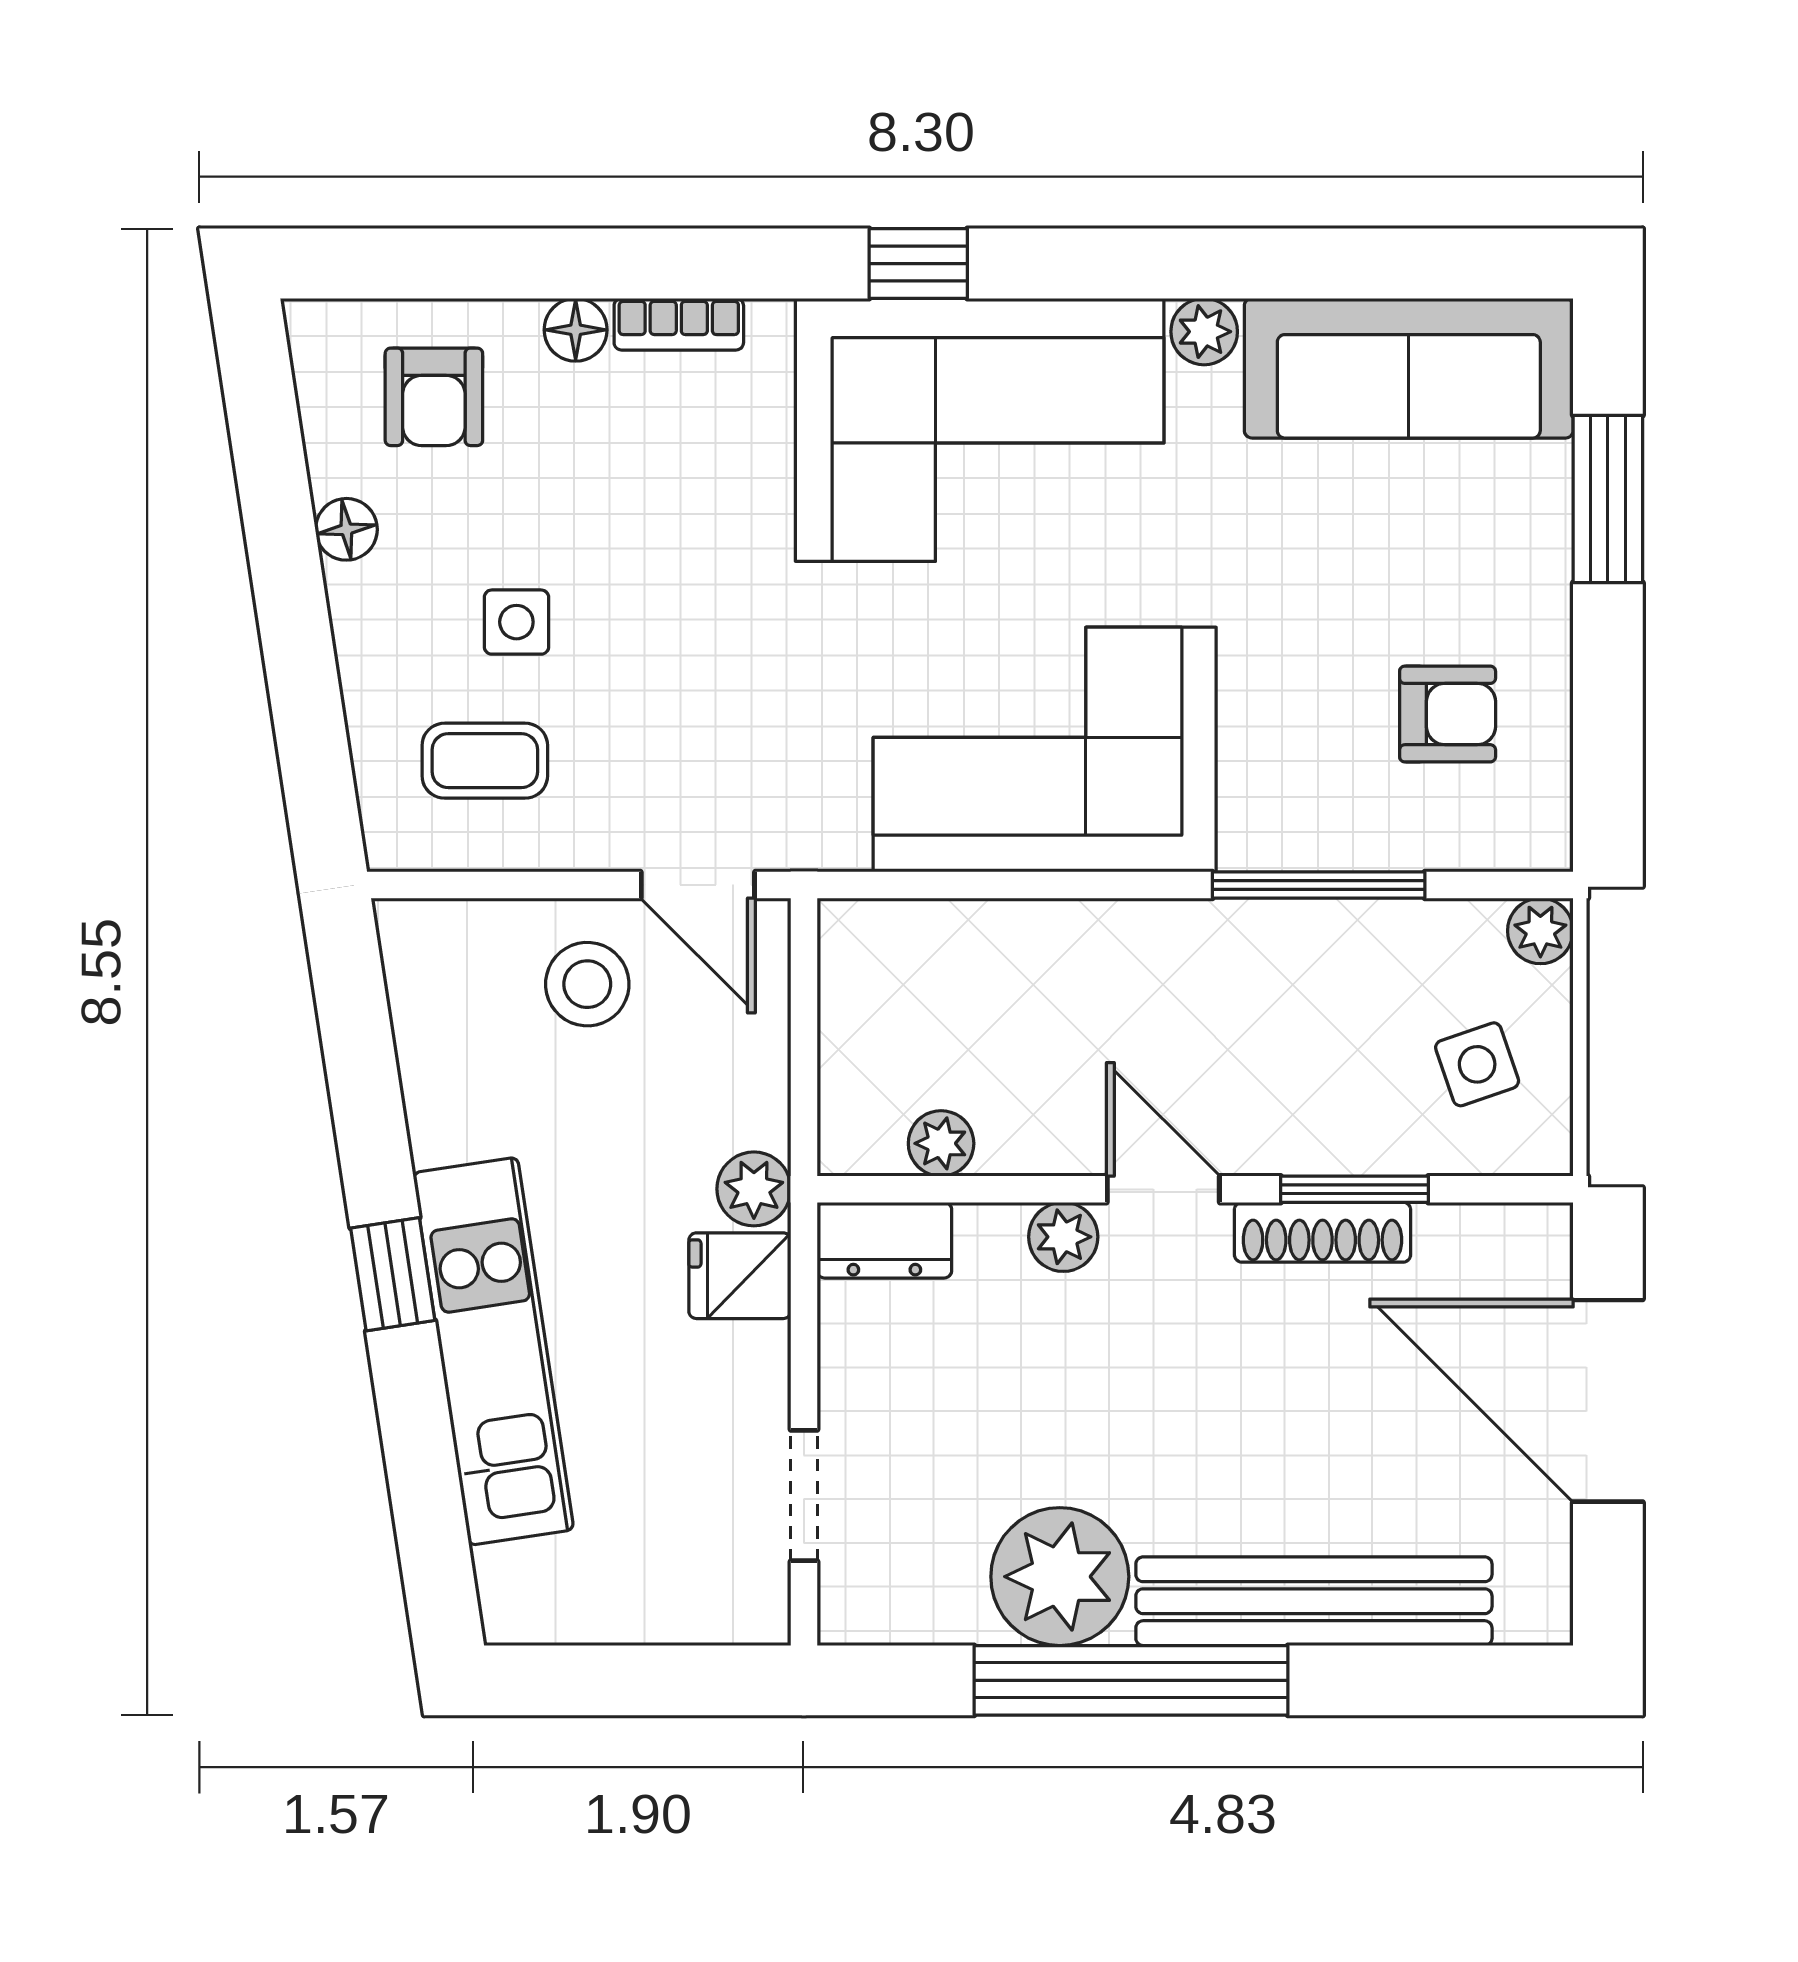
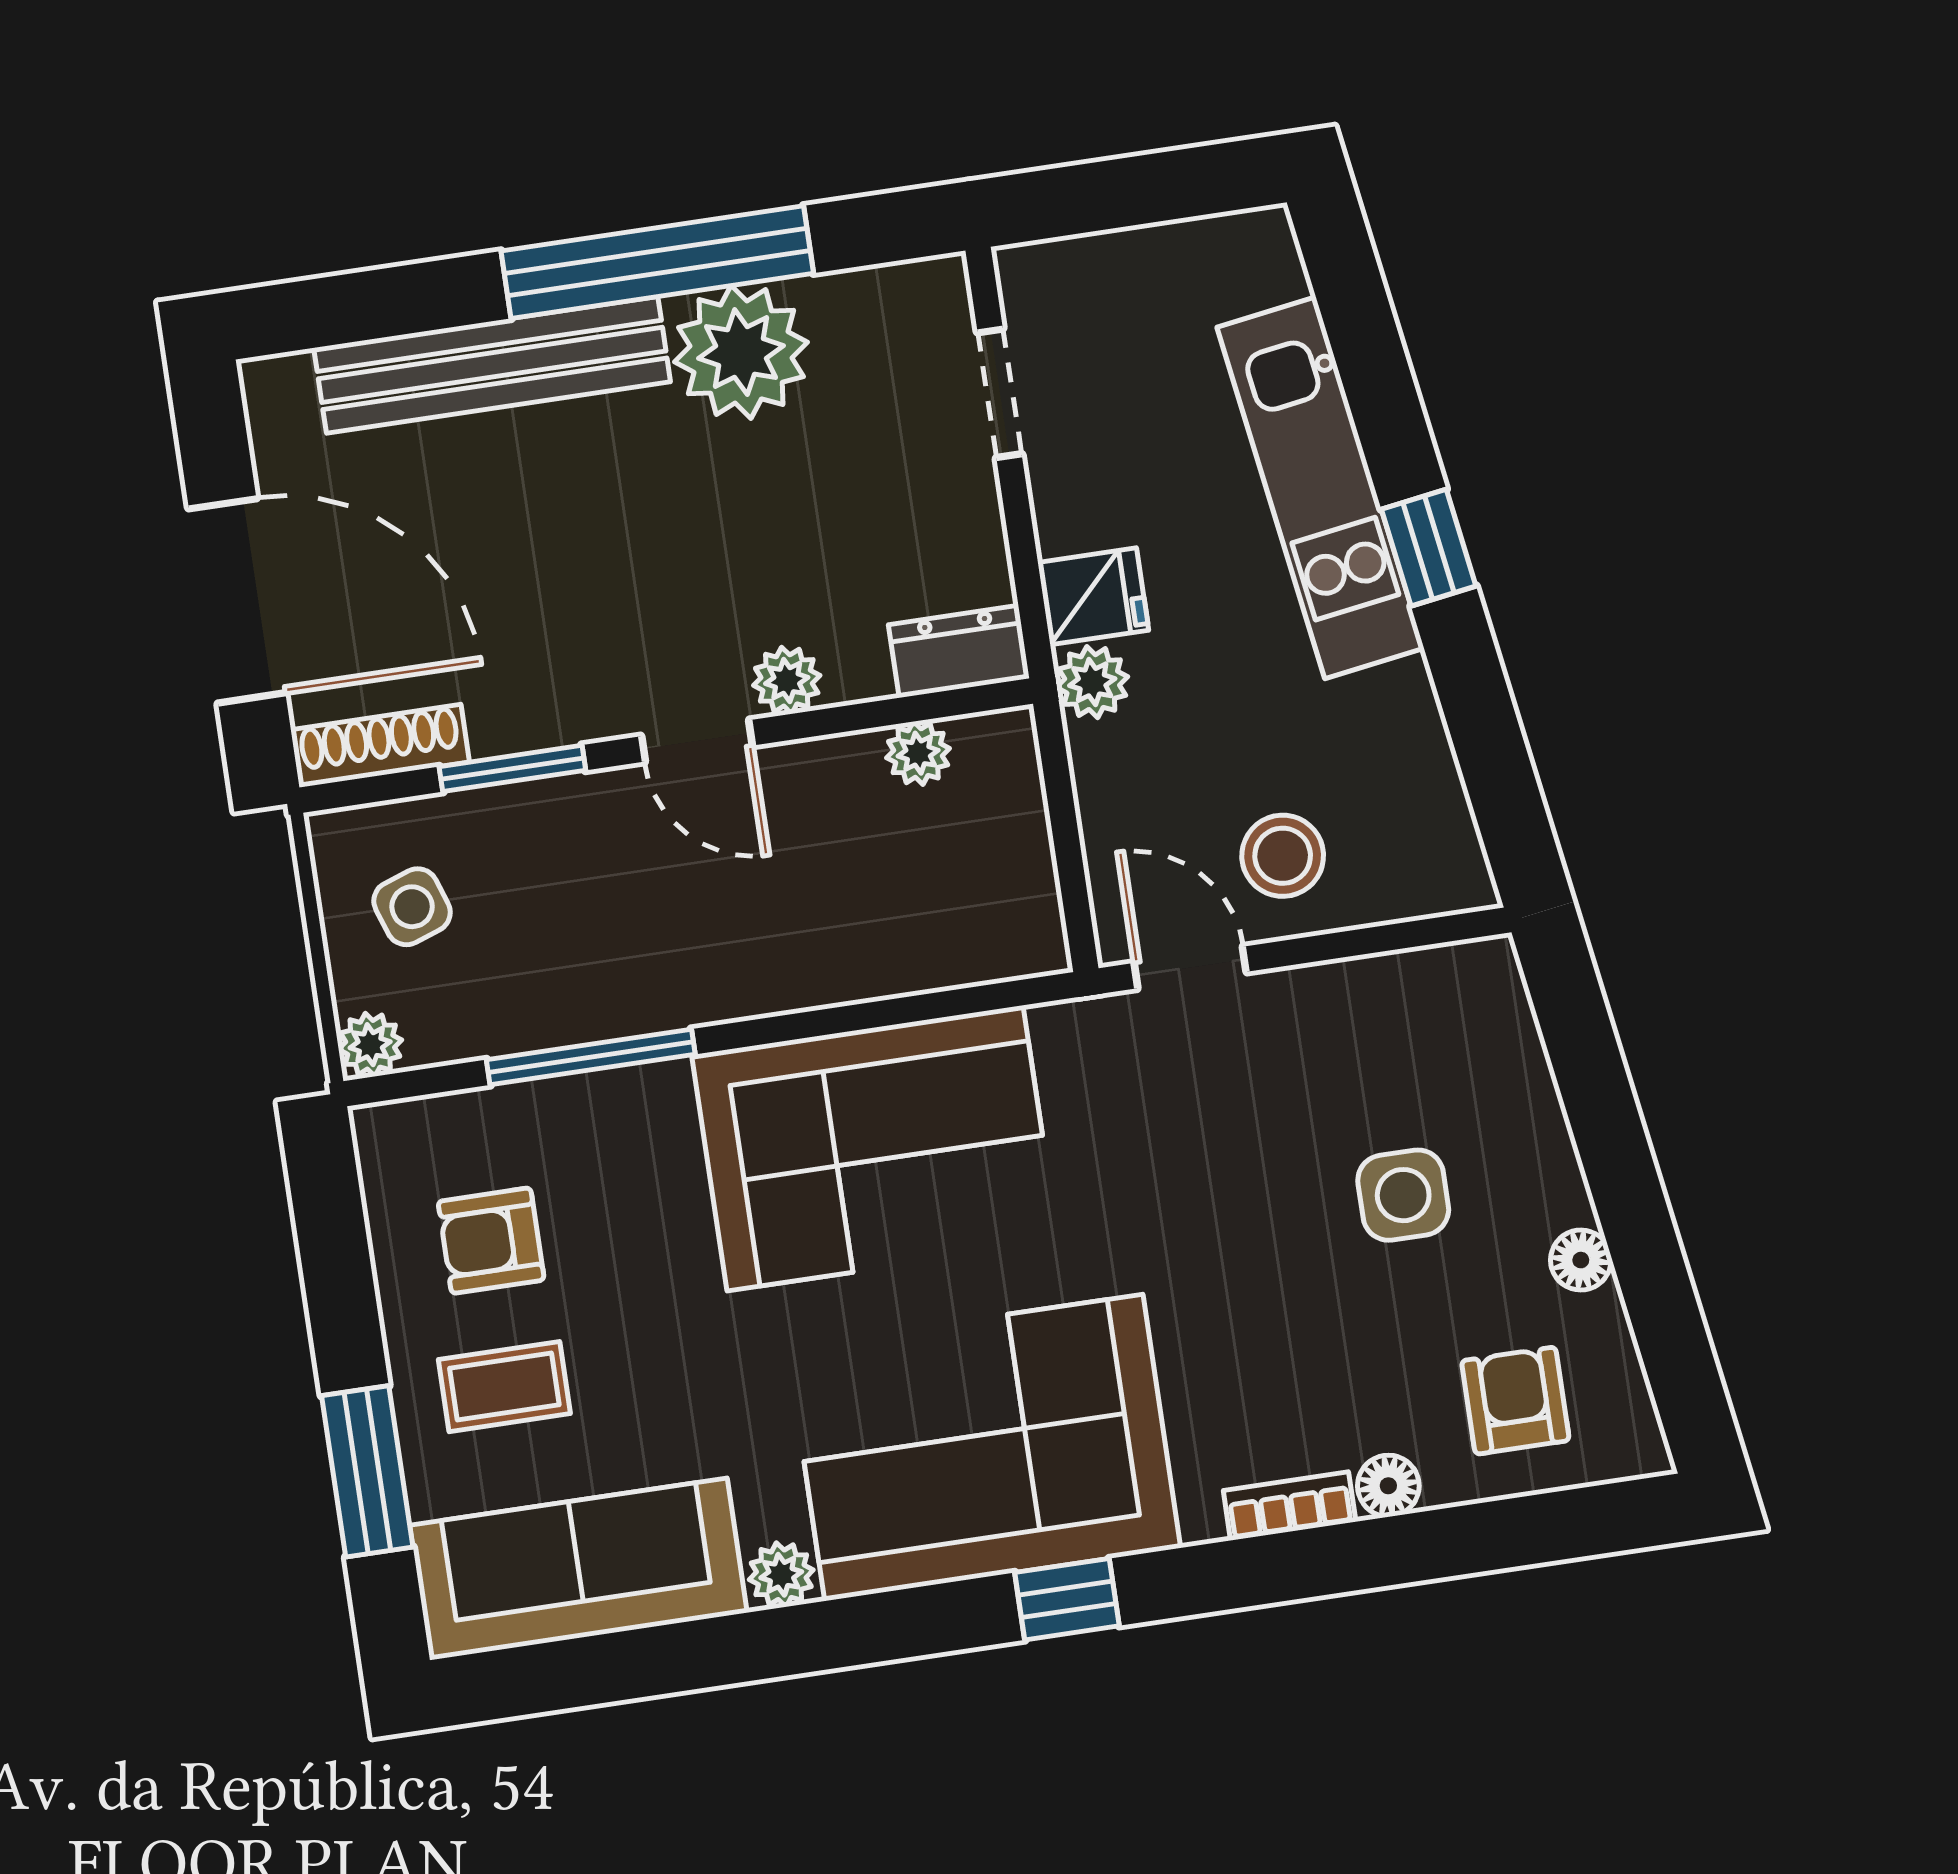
side table: (516, 622) -> (1403, 1195), width x1.37, depth x1.37
coffee table: (485, 761) -> (504, 1387), moved
shoe rack: (1322, 1232) -> (380, 746), moved

